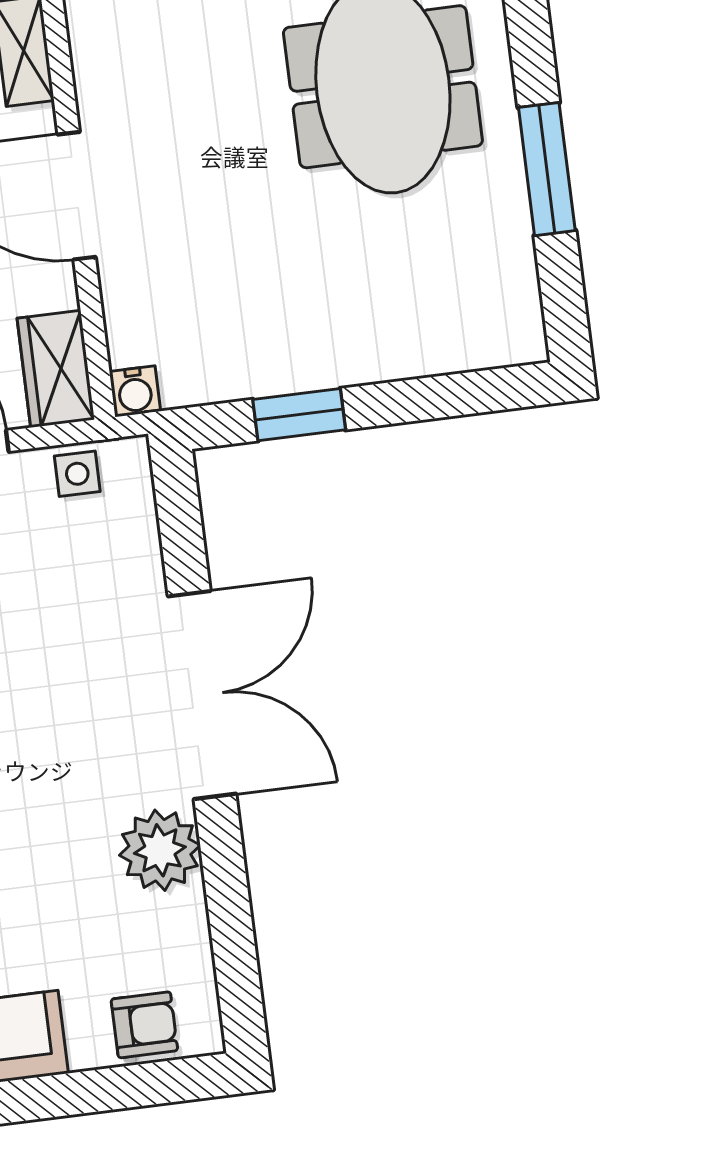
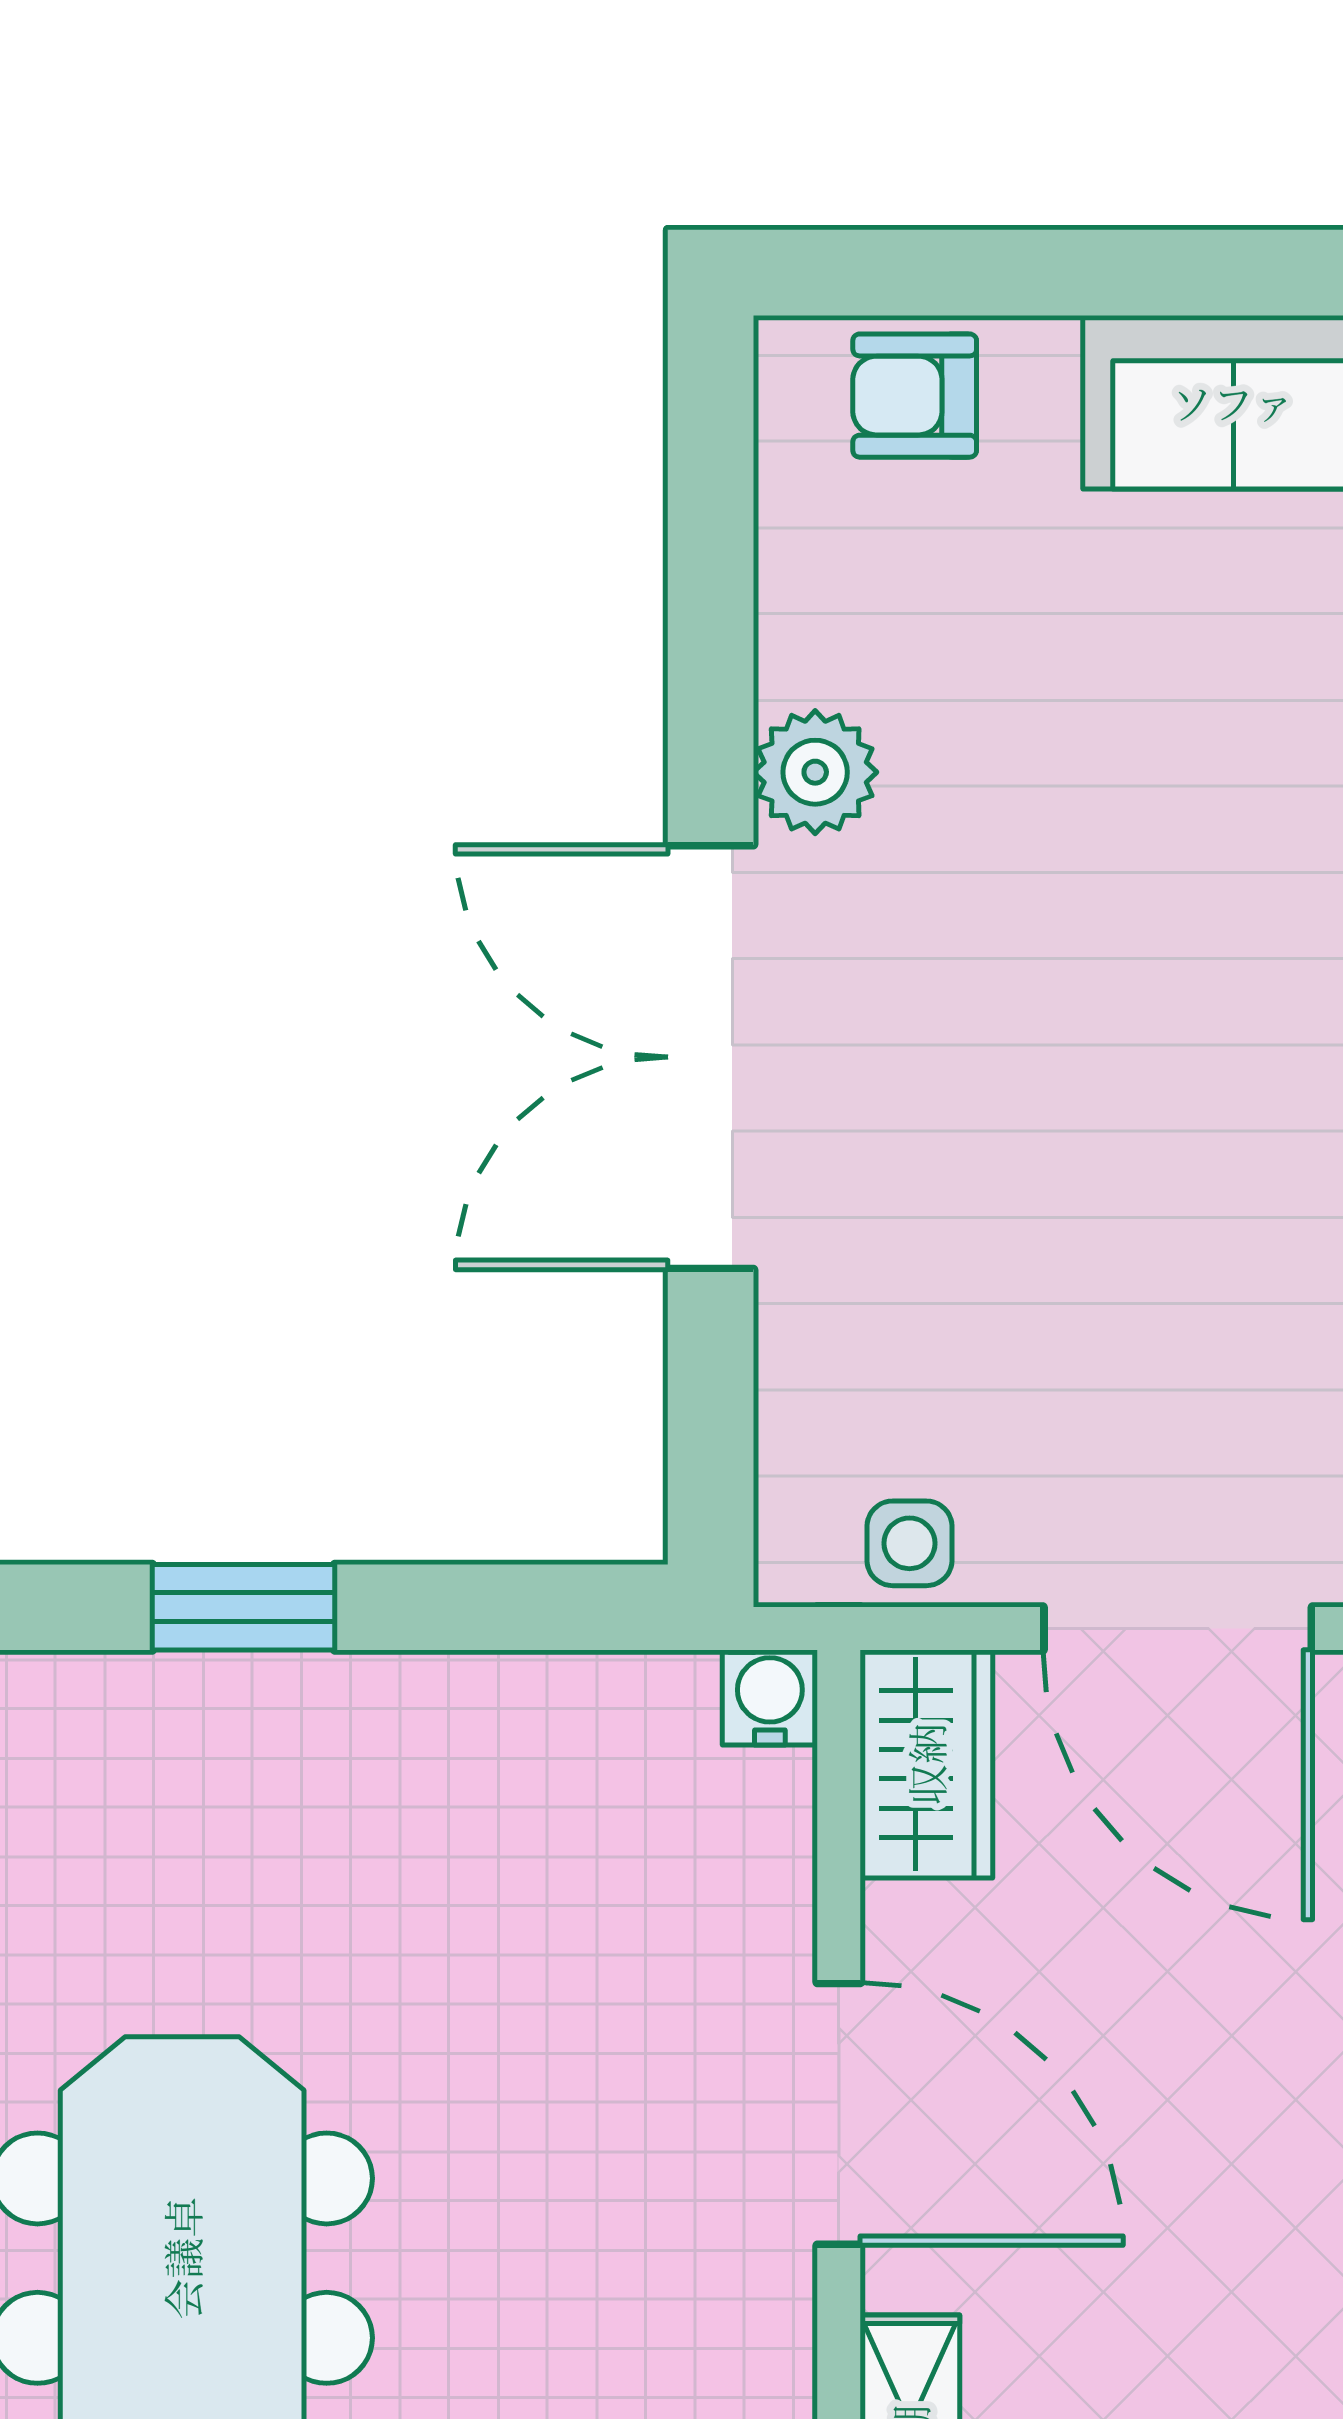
window: (299, 415) -> (243, 1607), moved
plant: (160, 850) -> (815, 772), width x0.73, depth x0.73

